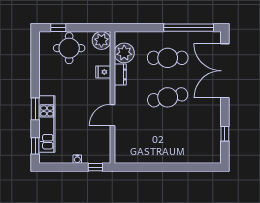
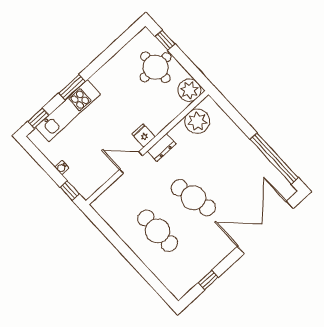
cafe table: (168, 58) -> (158, 231), moved
fridge: (103, 72) -> (144, 135), moved
dresser: (120, 75) -> (162, 147), moved

